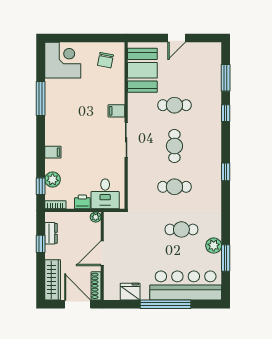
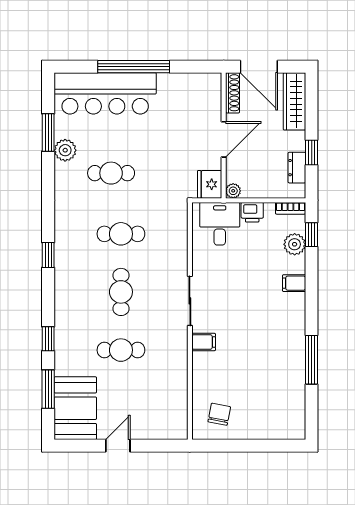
corner desk: (63, 60) -> (280, 414), removed
booth: (142, 70) -> (75, 408), moved
fridge: (130, 292) -> (210, 184), moved, turned 90

